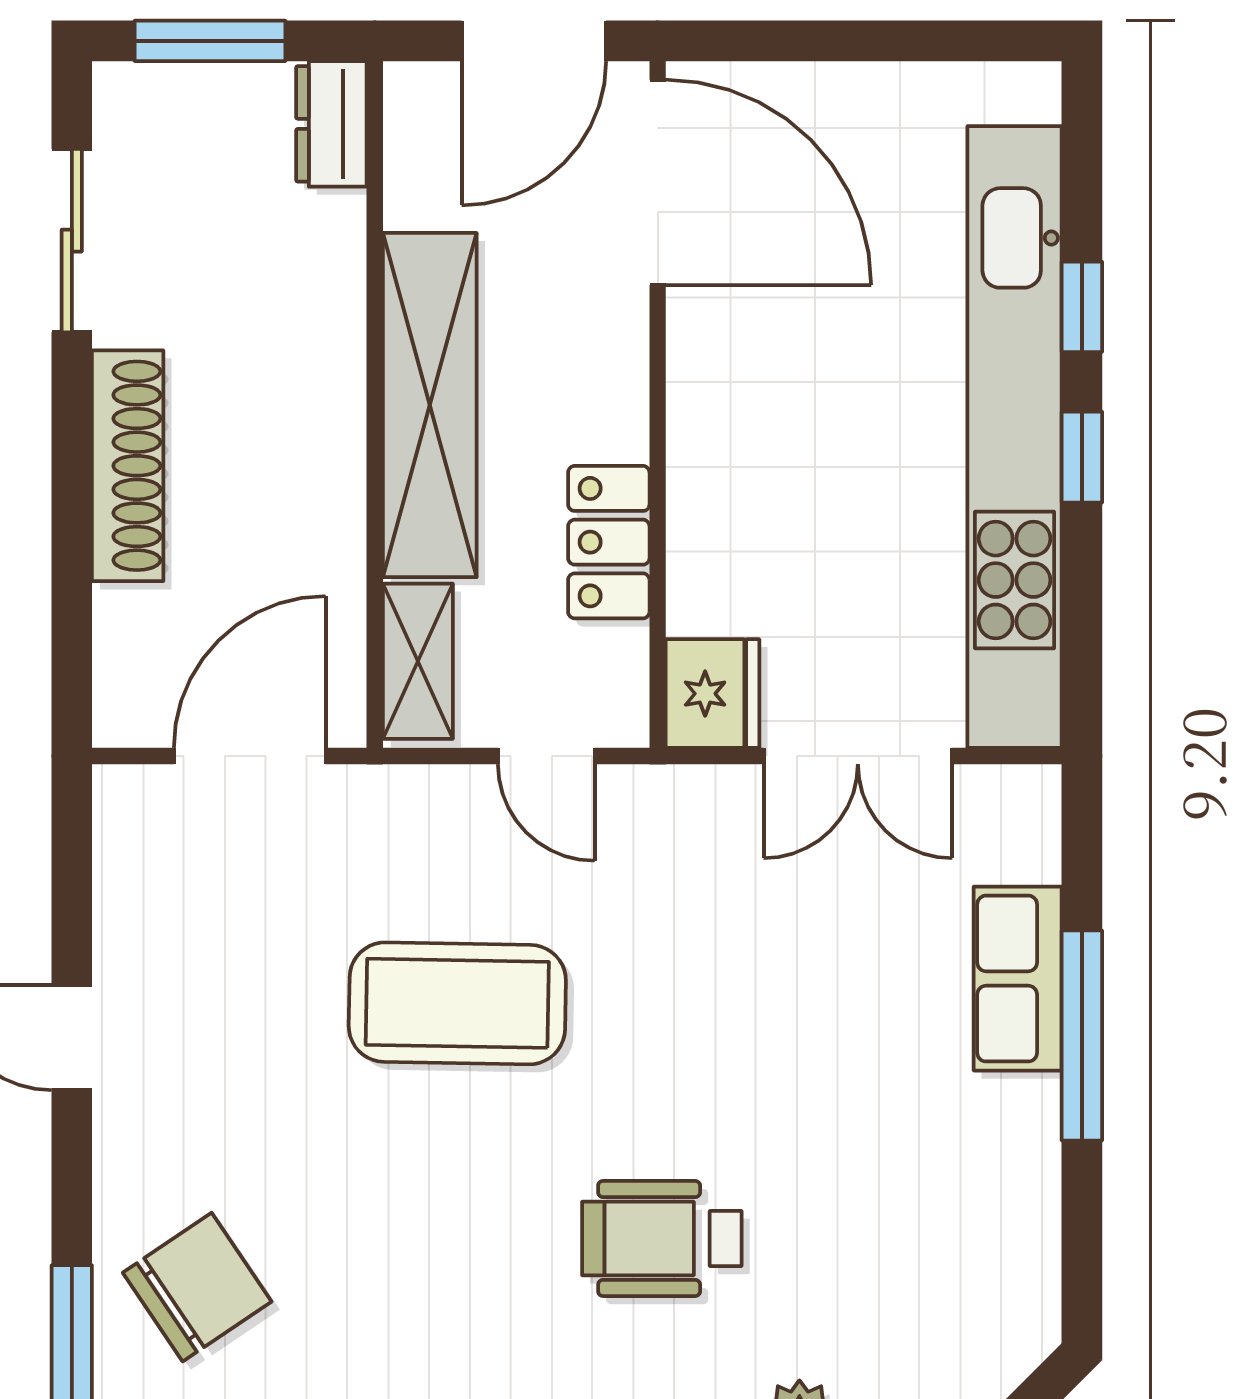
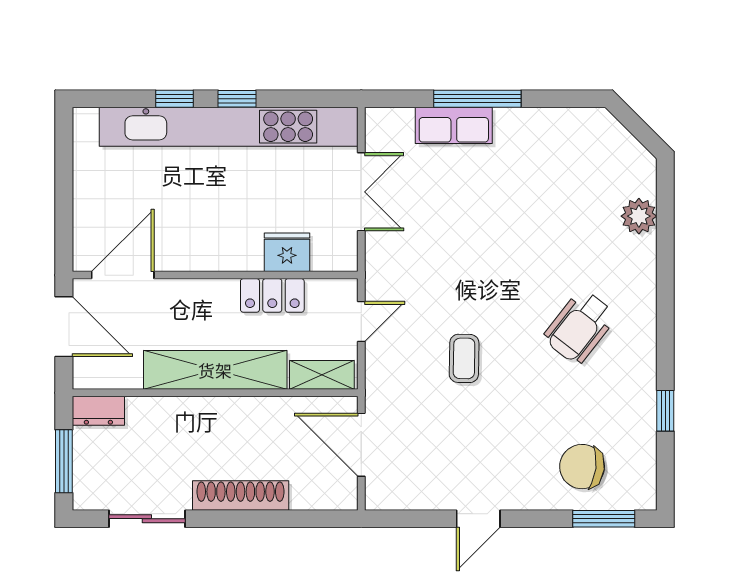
door: (658, 182) -> (123, 275), width x0.73
fridge: (713, 694) -> (287, 252), moved
coffee table: (457, 1003) -> (464, 358), width x0.54, depth x0.58
wheelchair: (662, 1239) -> (580, 327), moved, turned 38
chair: (197, 1287) -> (582, 467), turned -49

